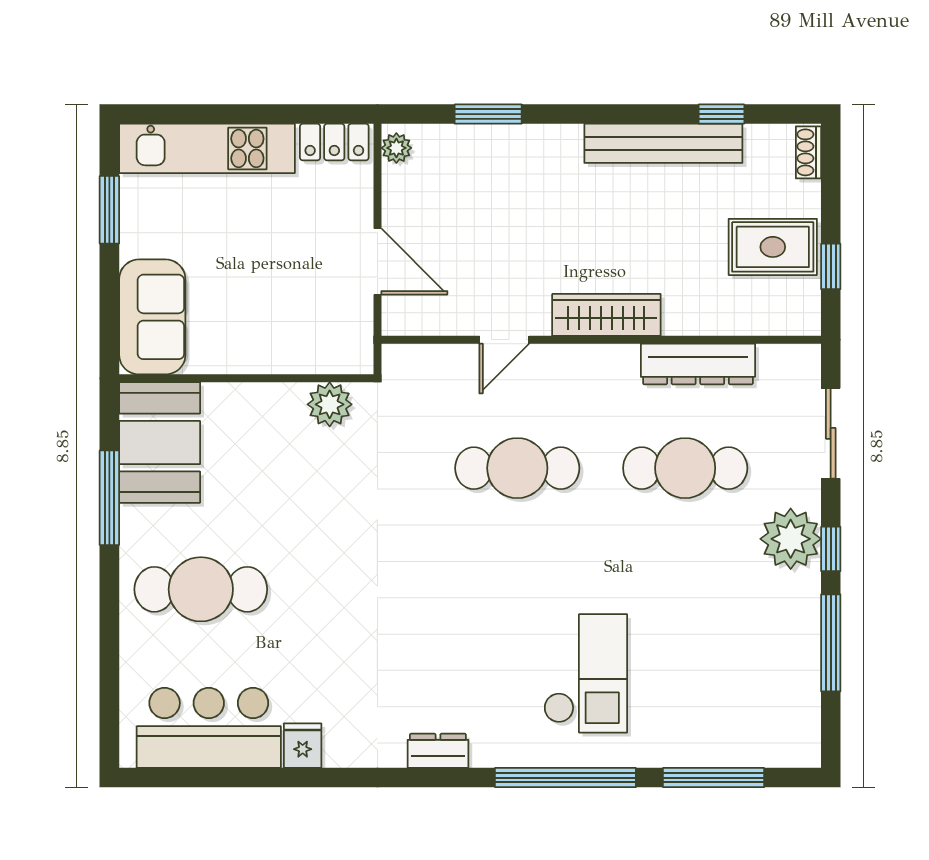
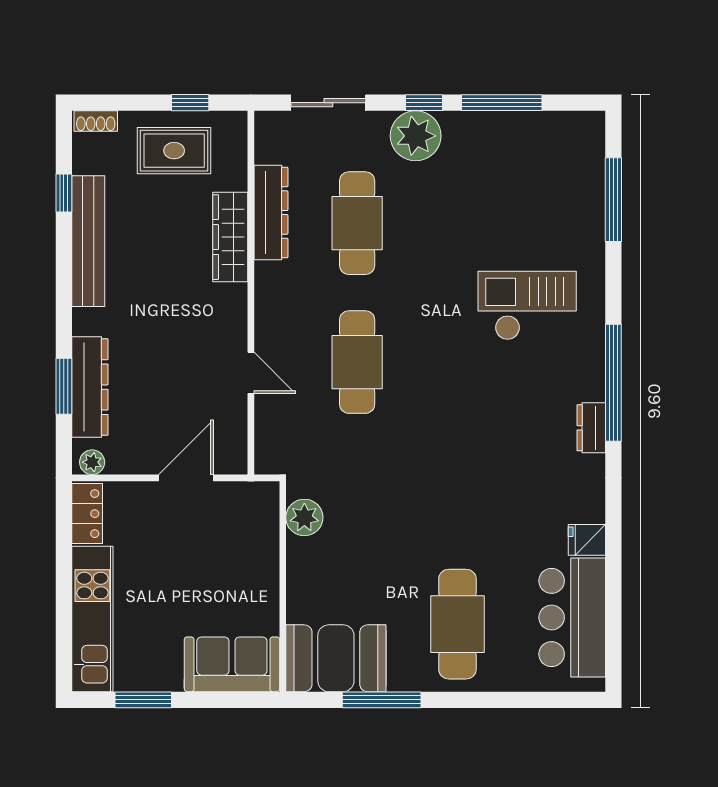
dresser: (487, 145) -> (90, 387), added
rug: (773, 247) -> (174, 151), turned 90
wardrobe: (606, 315) -> (230, 237), moved
window: (565, 778) -> (613, 383), moved

